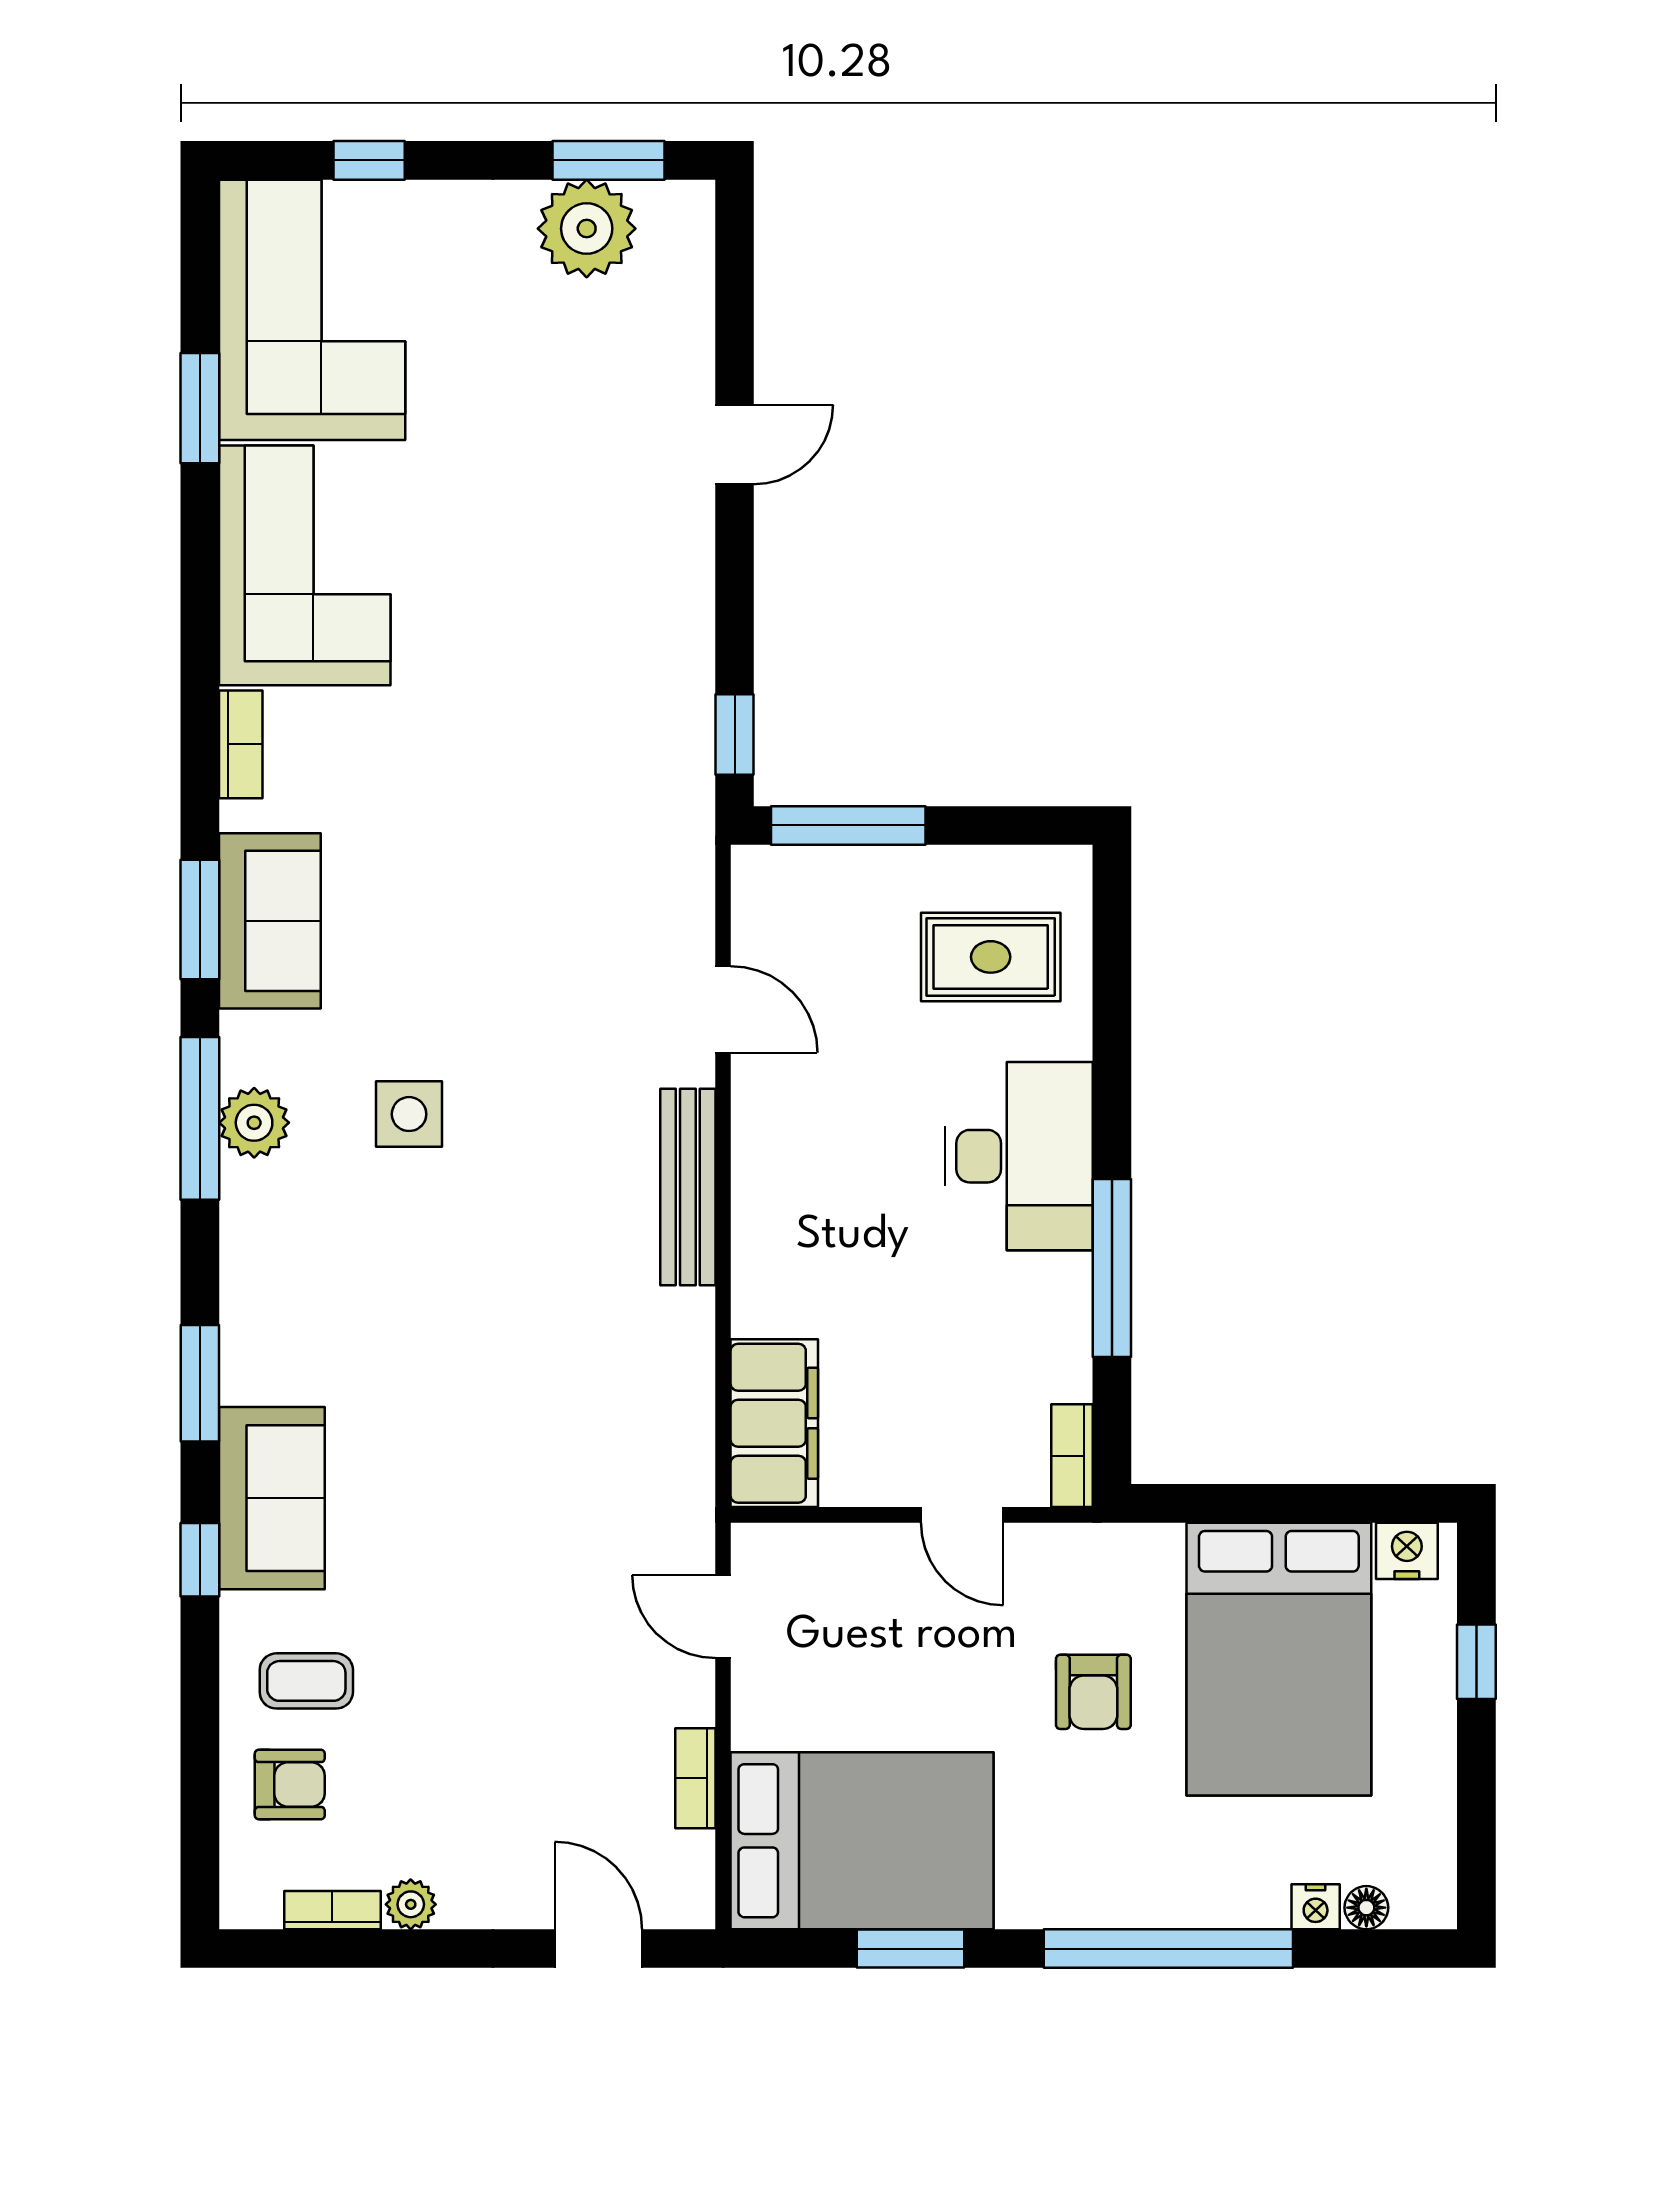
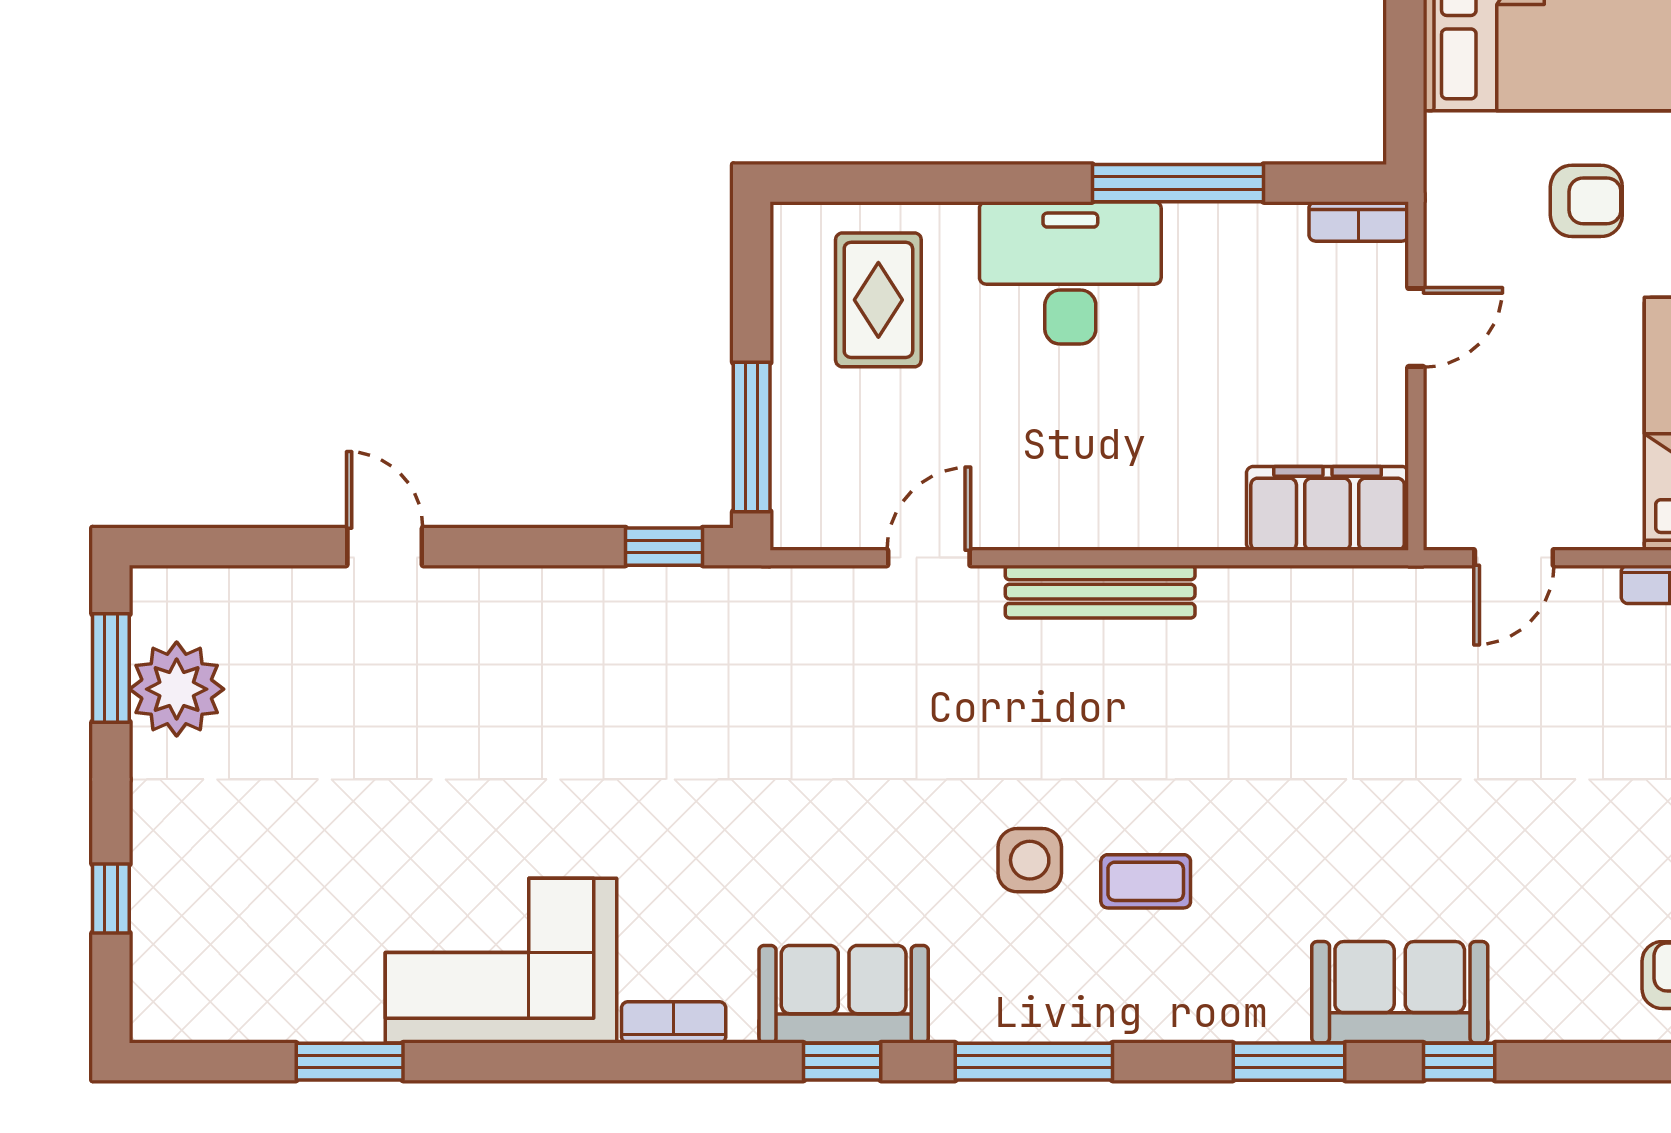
corner sofa: (312, 310) -> (255, 954), removed
window: (200, 919) -> (842, 1062), width x0.67
plant: (254, 1123) -> (1038, 1009), removed
coffee table: (306, 1681) -> (1146, 881), moved, turned 90

